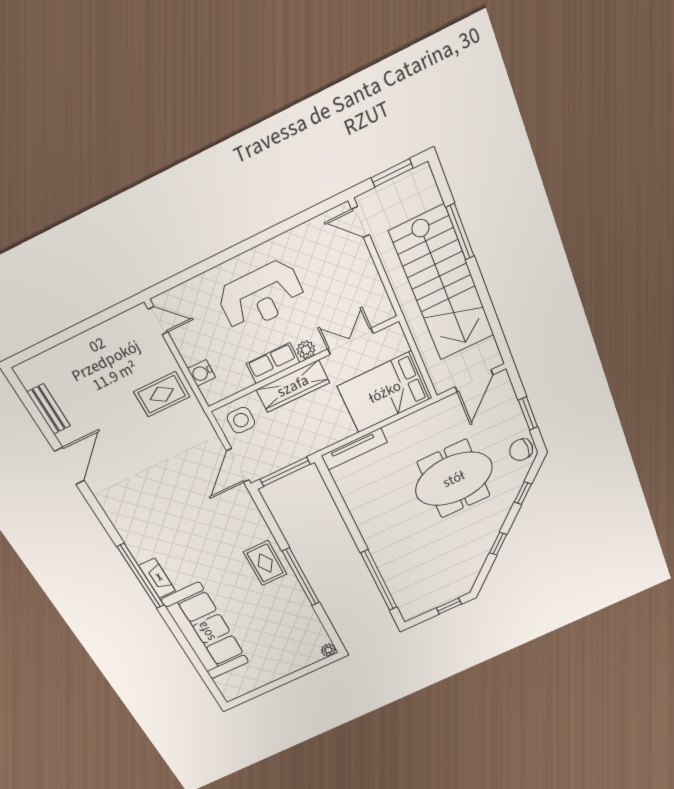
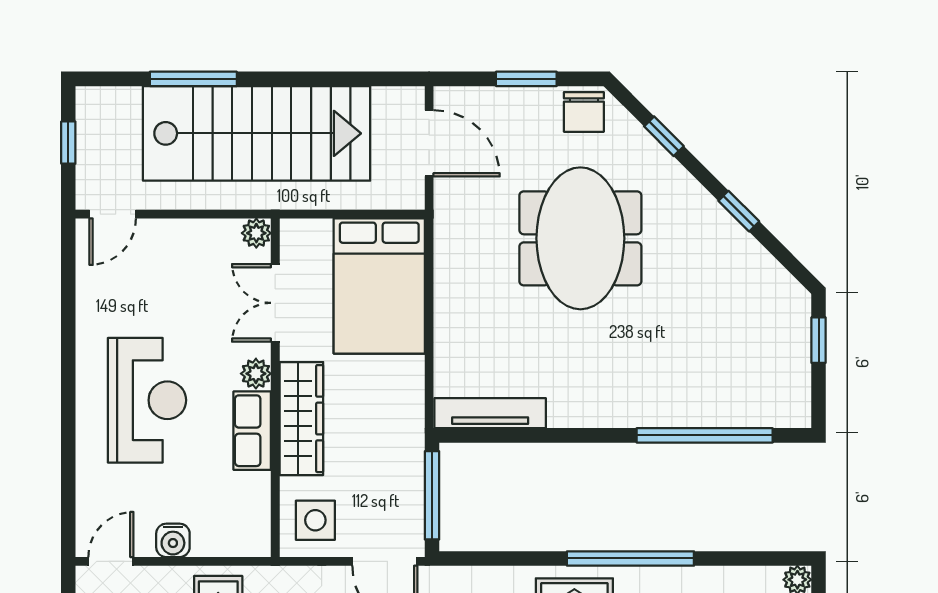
window: (392, 173) -> (68, 143), width x0.67
plant: (385, 312) -> (256, 233), added
water cooler: (202, 373) -> (173, 540), moved
tv unit: (354, 449) -> (490, 413), moved, turned -90

